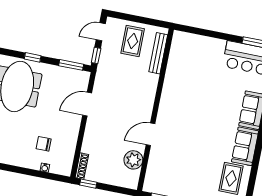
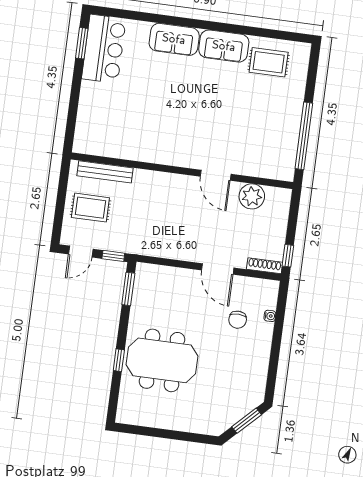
door: (101, 32) -> (81, 252), hinge flipped
window: (33, 57) -> (119, 360), moved
door: (87, 104) -> (218, 269), moved

